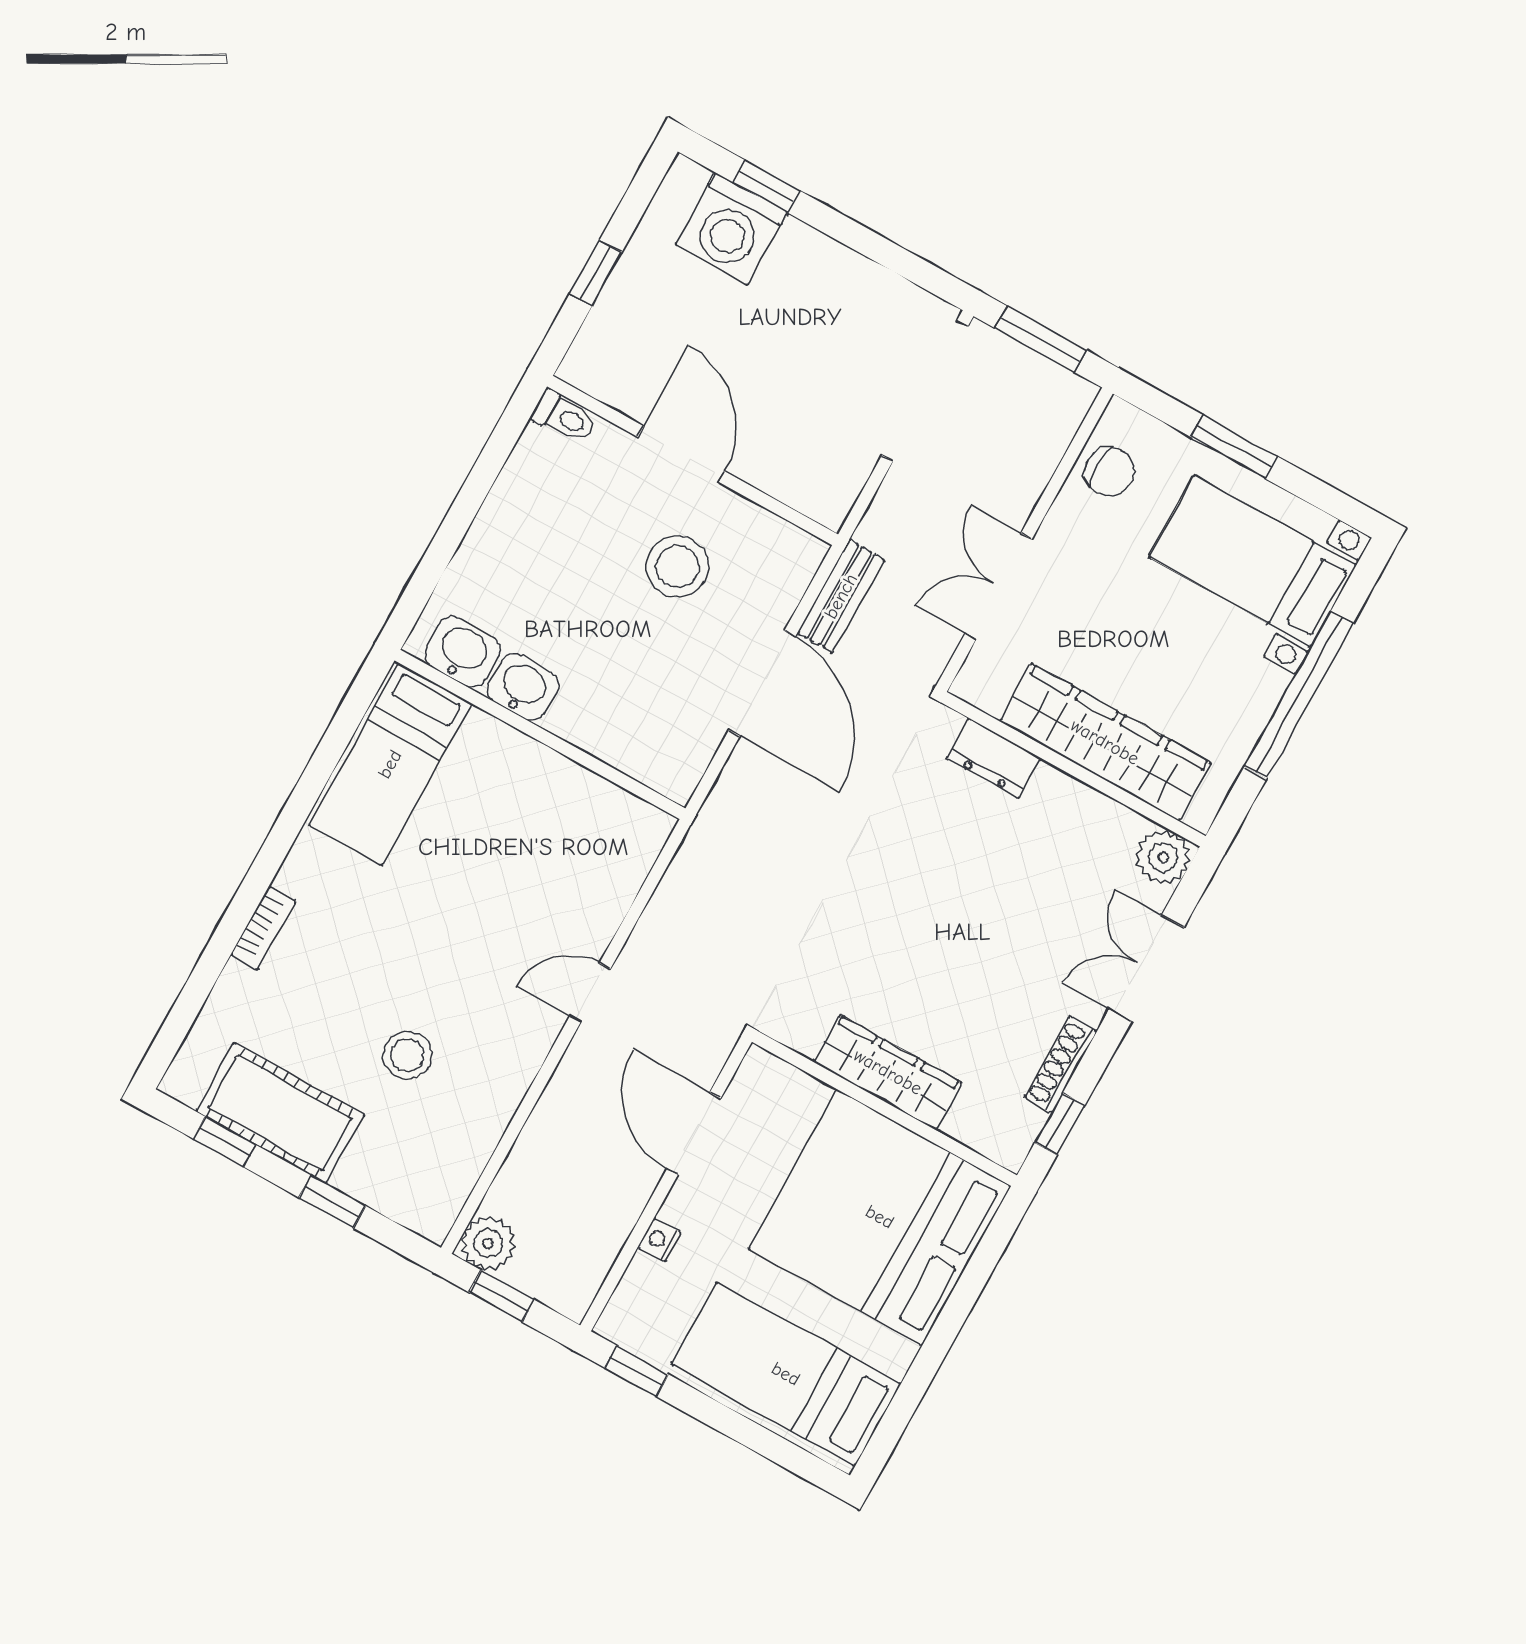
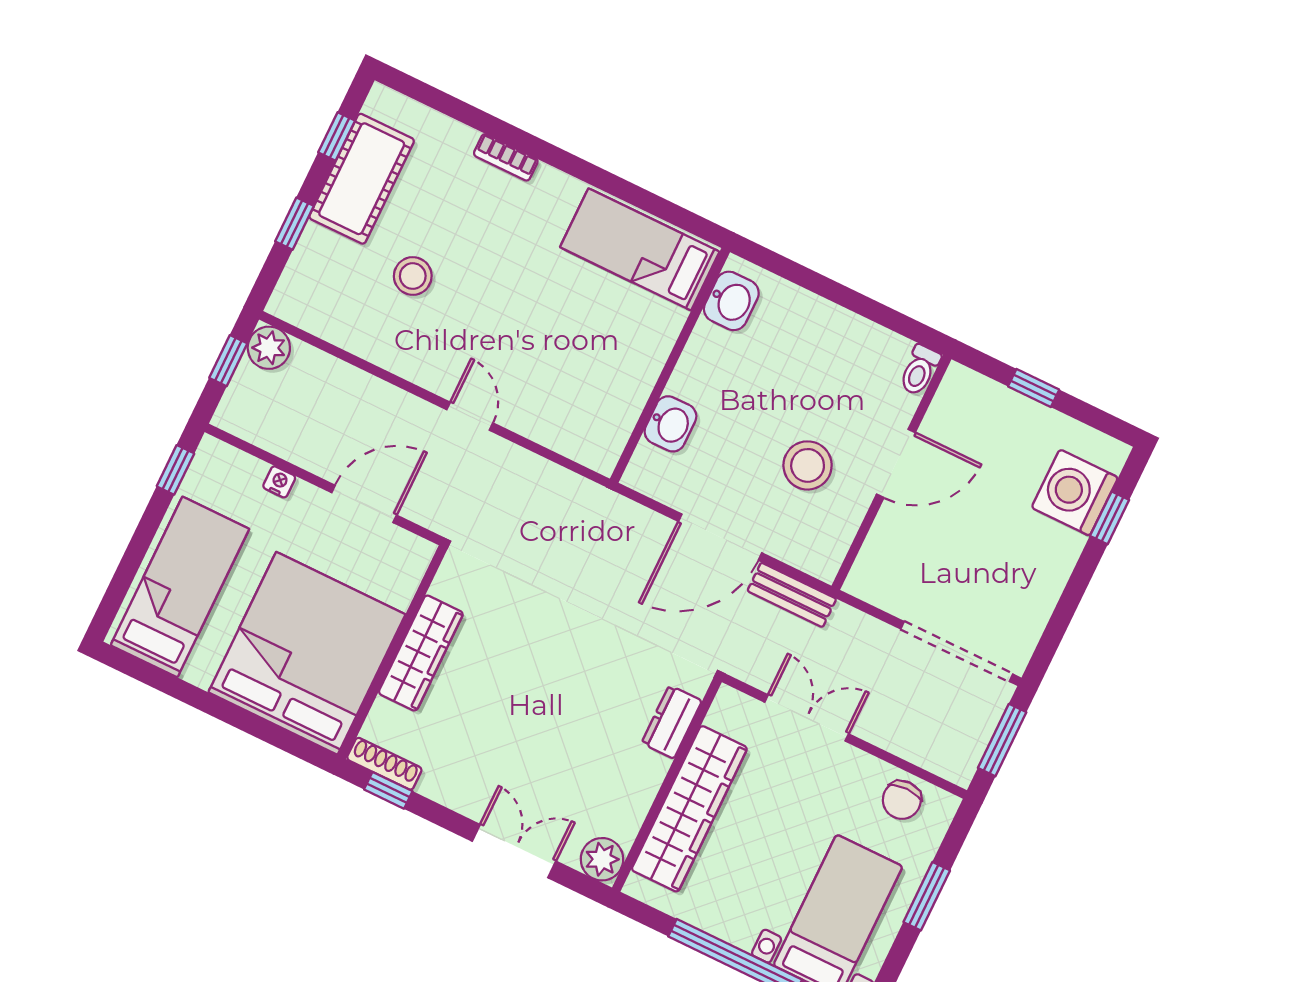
washbasin: (523, 687) -> (670, 424), moved
shoe rack: (1061, 1064) -> (384, 764), moved

